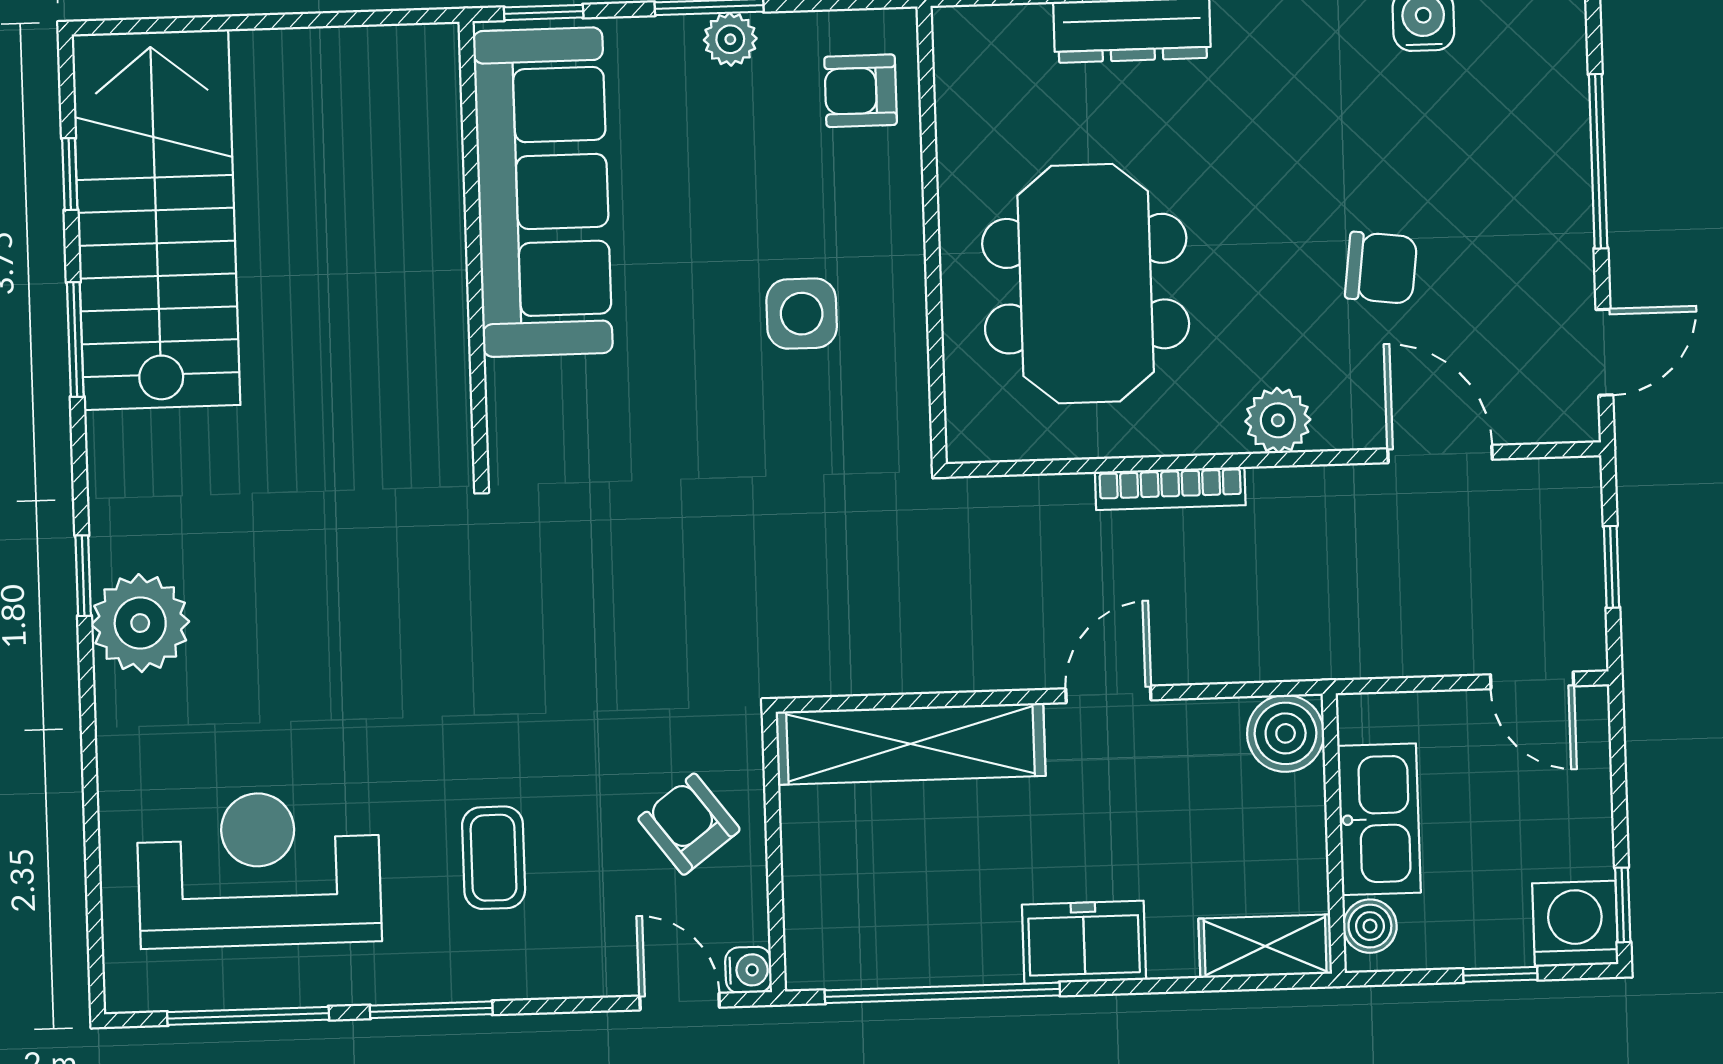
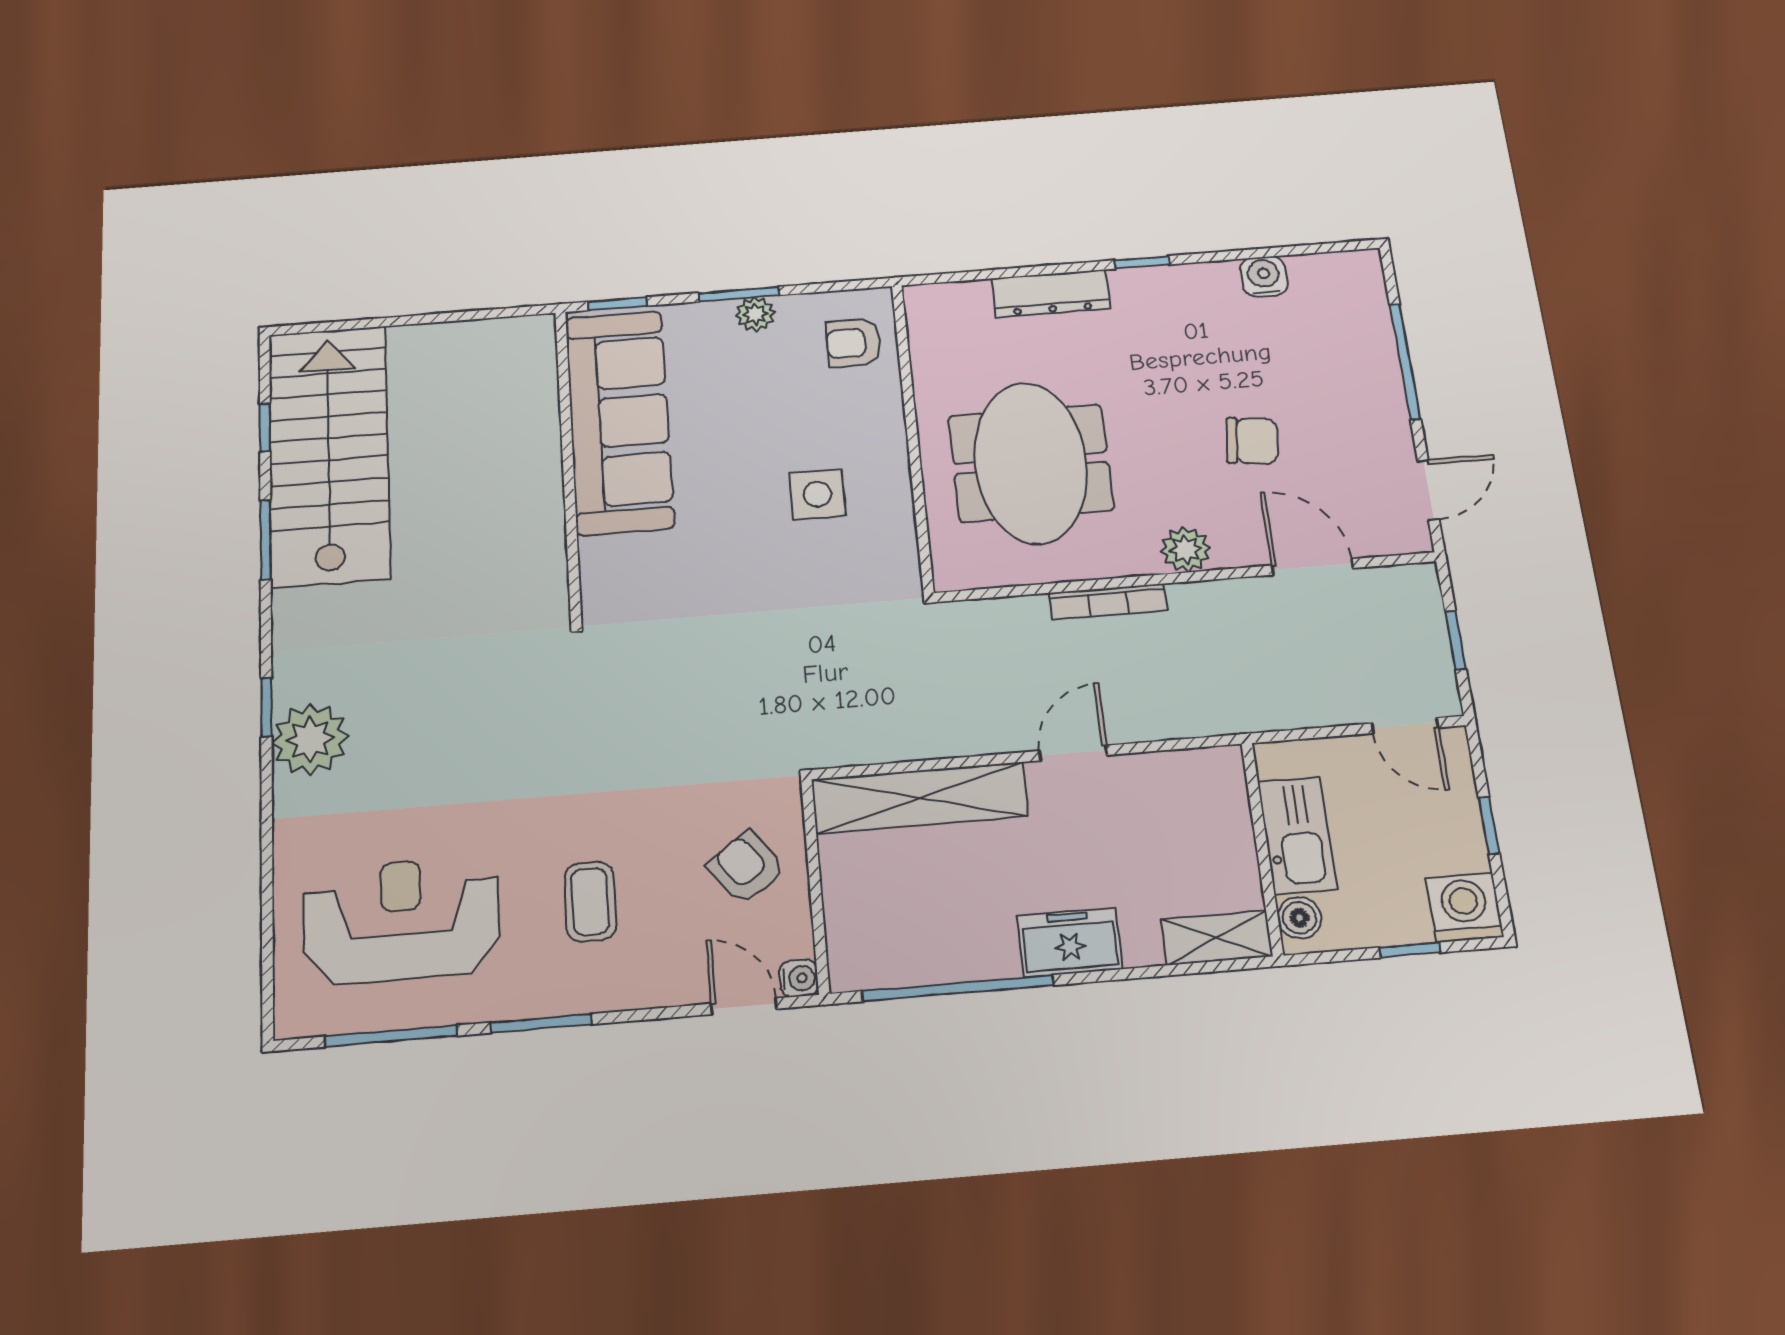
boiler: (1286, 733) -> (1216, 775), removed
window: (1623, 905) -> (1489, 826), moved

